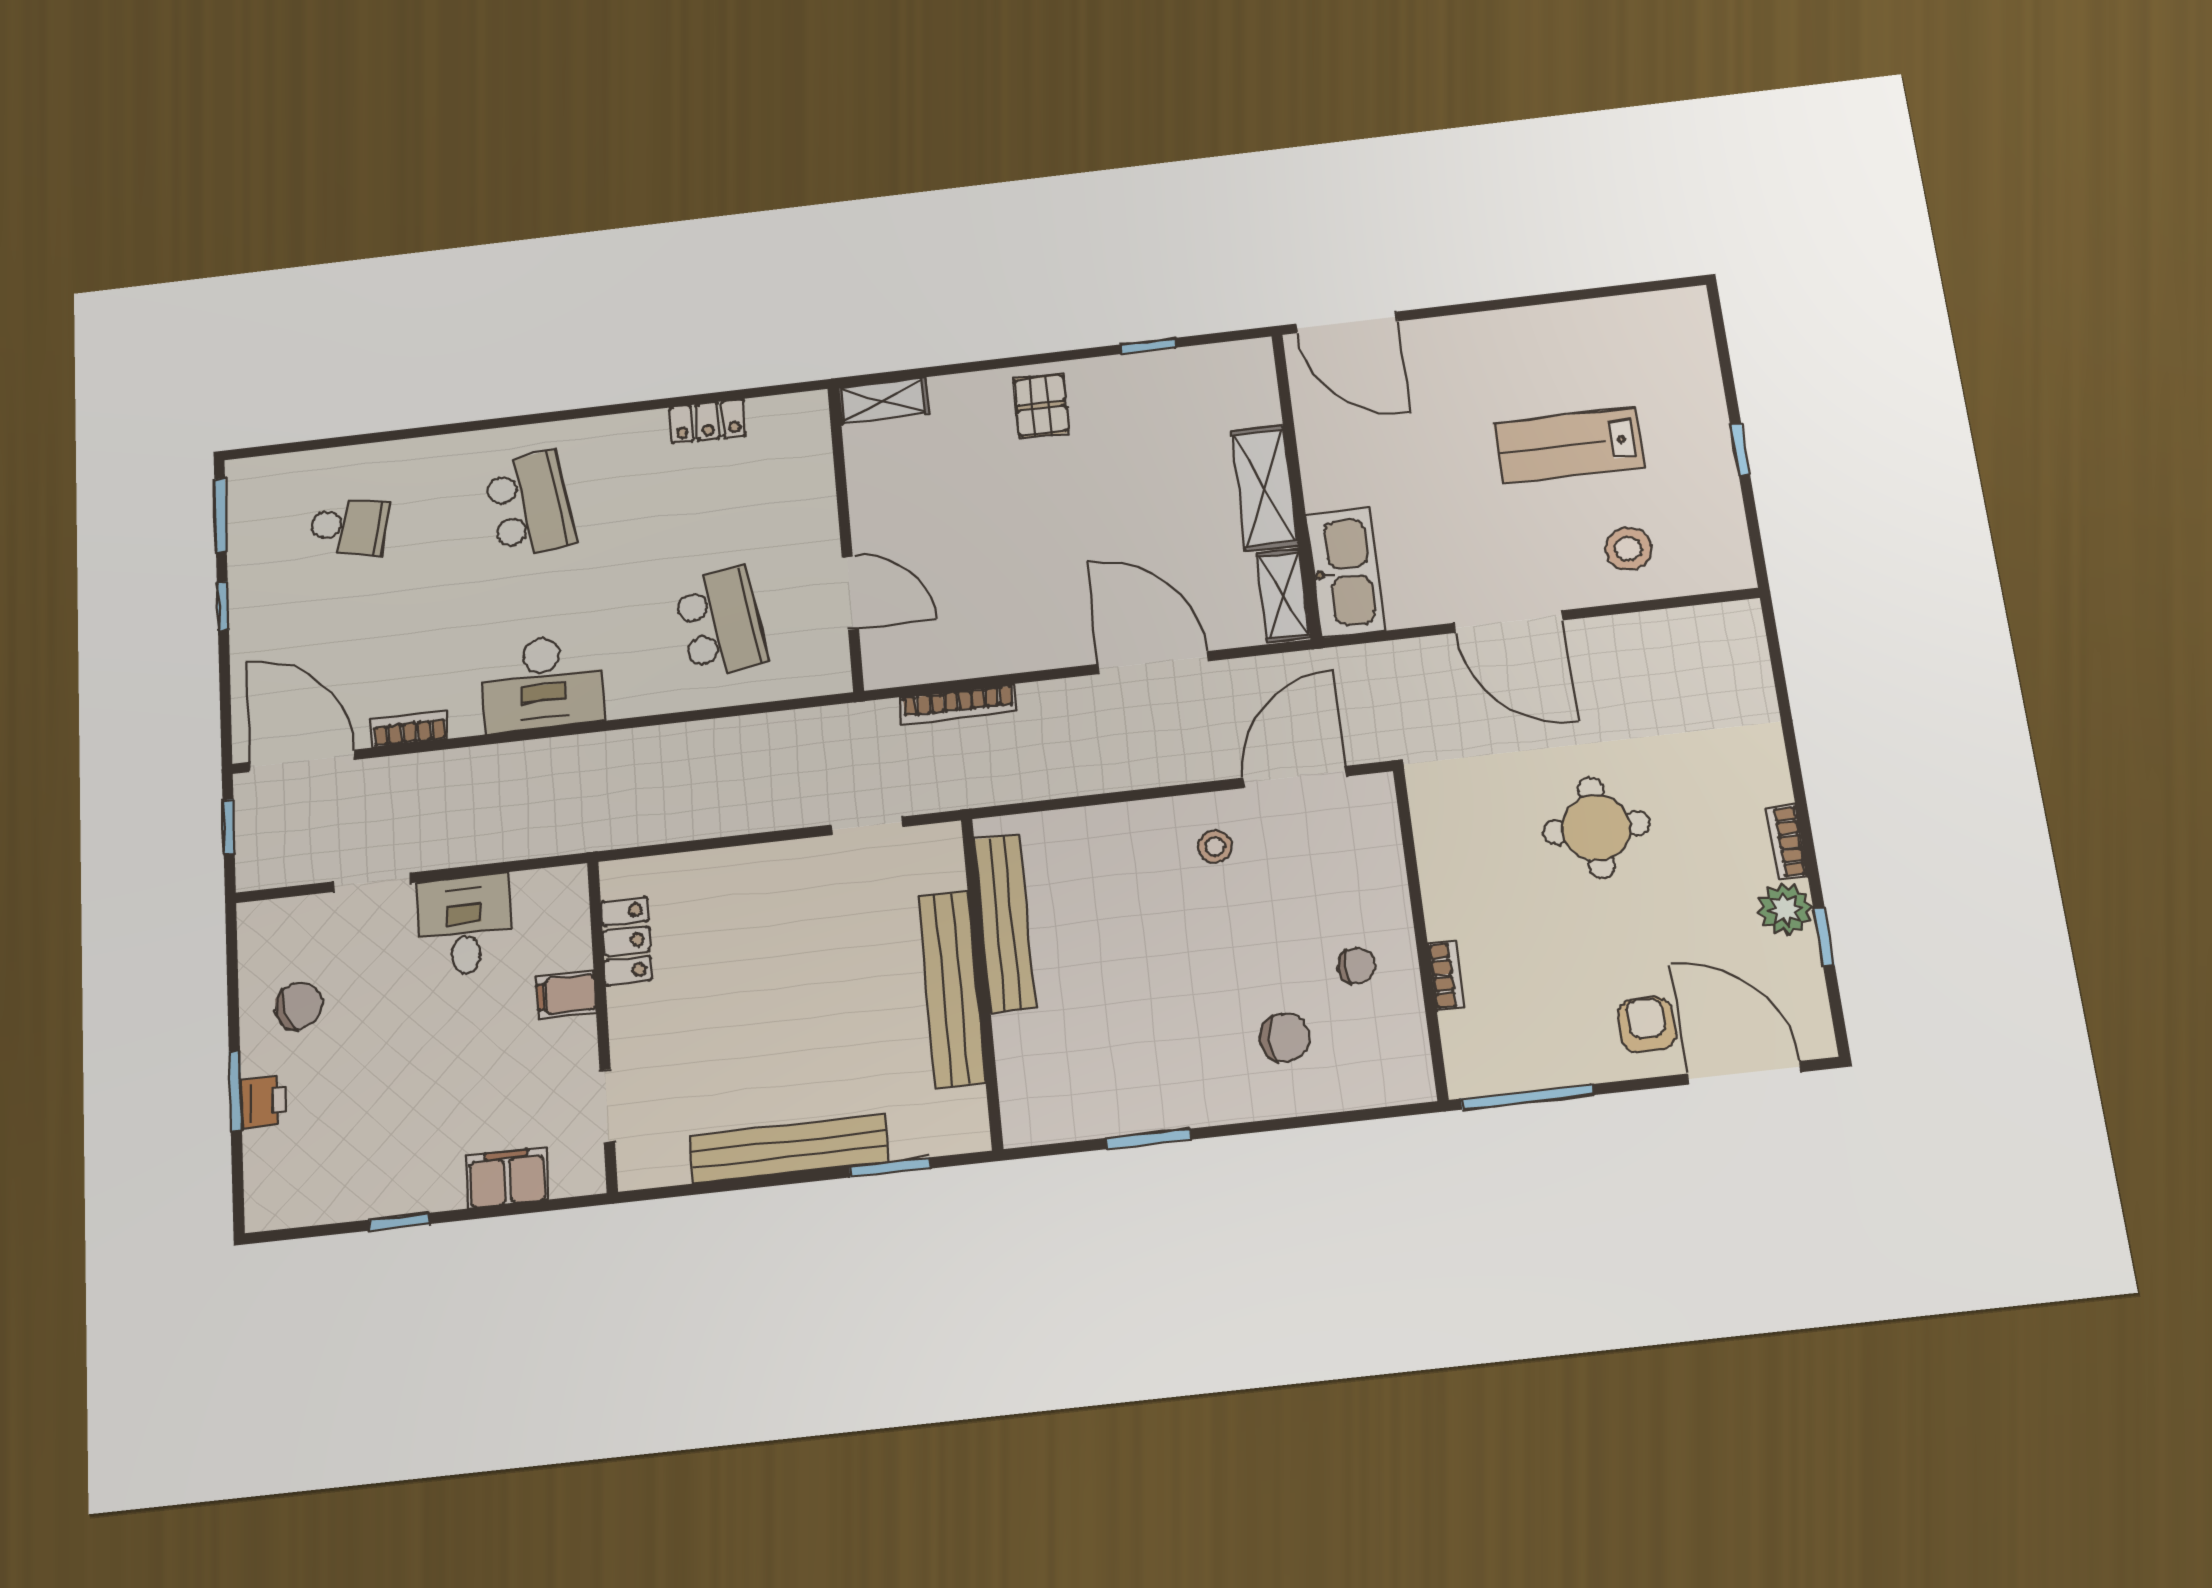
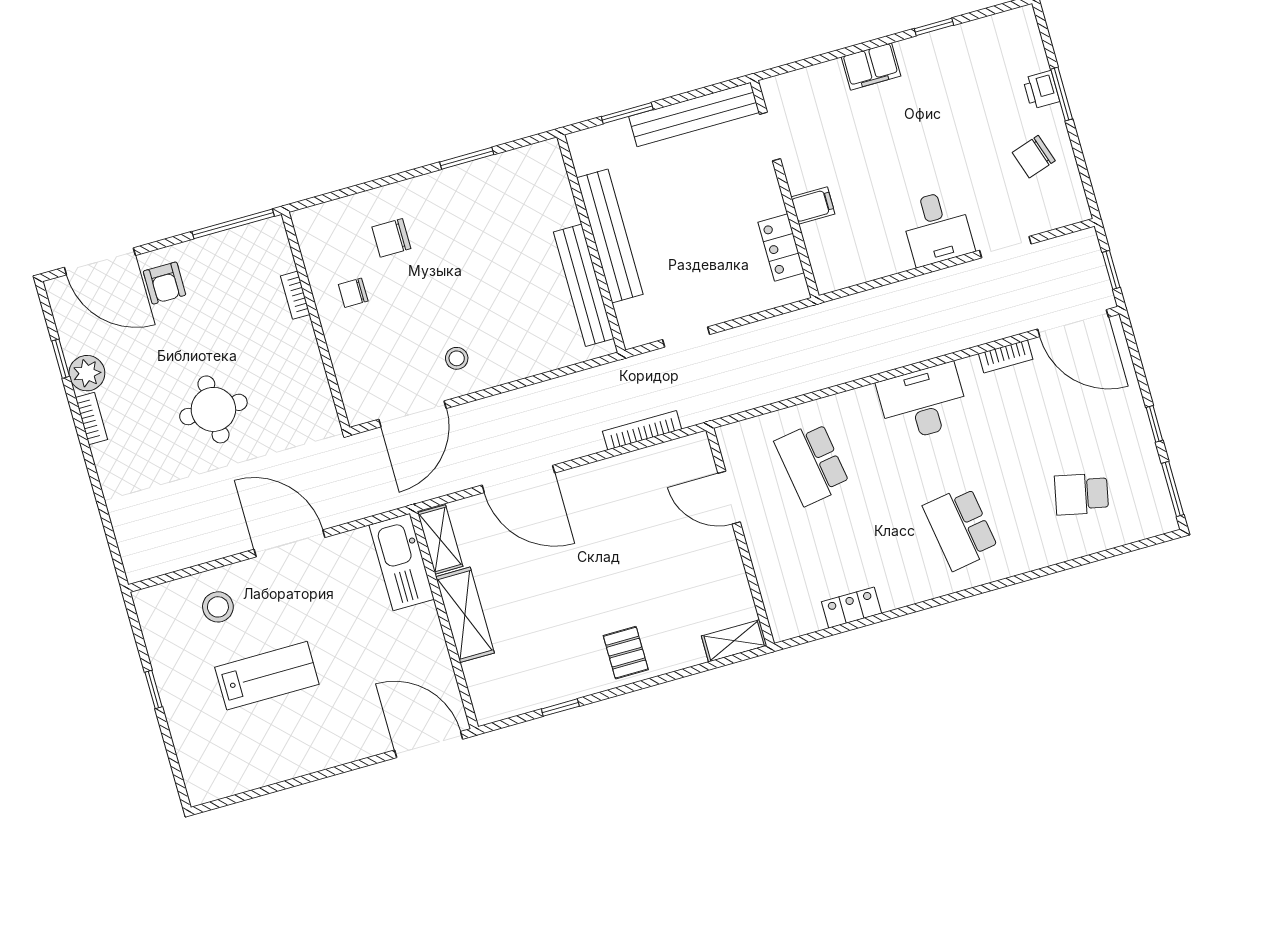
locker: (626, 941) -> (781, 247), moved
filing cabinet: (566, 994) -> (813, 205), moved
wall: (602, 1025) -> (785, 189), moved
doorway: (607, 1106) -> (770, 136), moved

